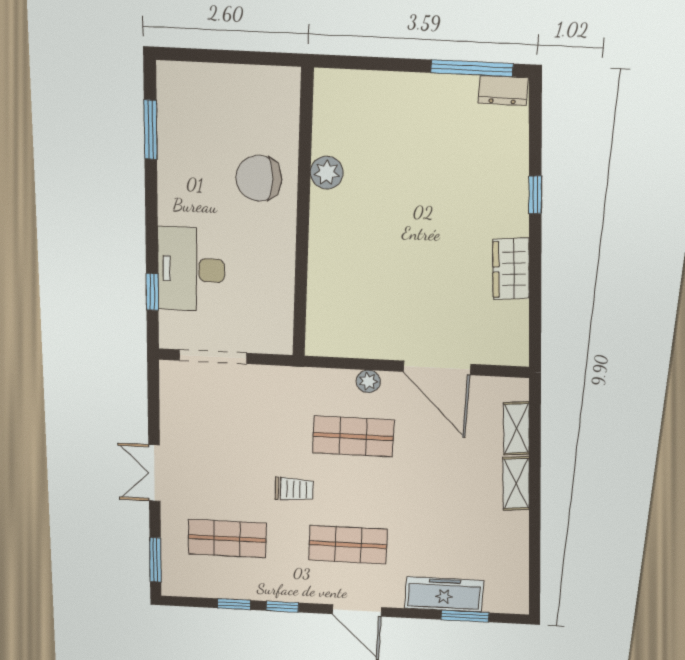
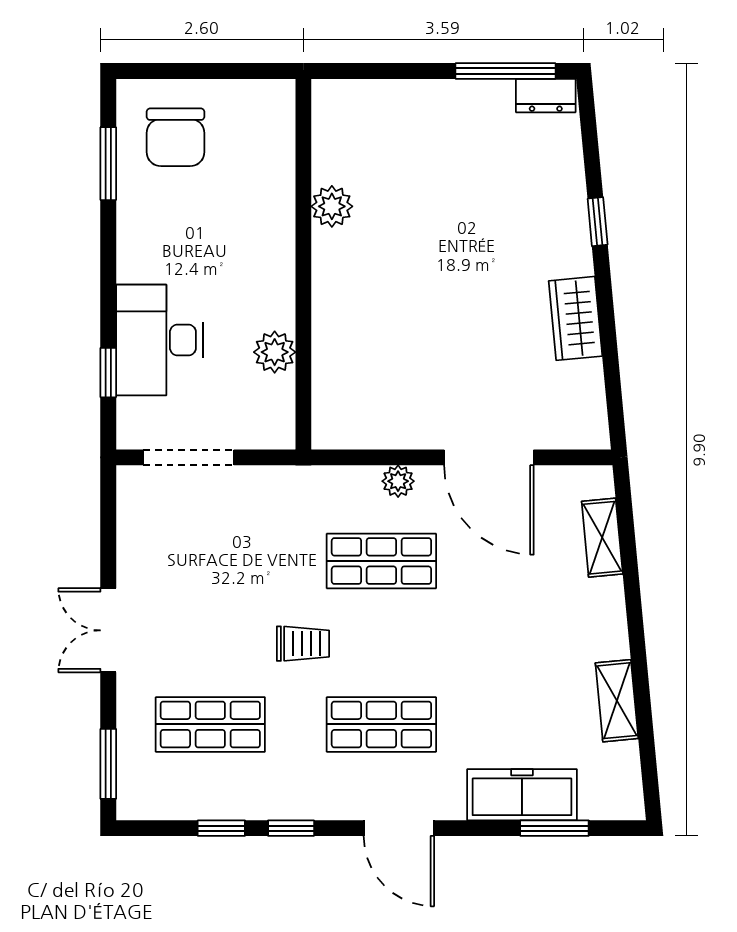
chair: (259, 178) -> (175, 137), moved, turned -90
plant: (279, 283) -> (275, 352), added
shelving: (516, 483) -> (617, 701), moved

